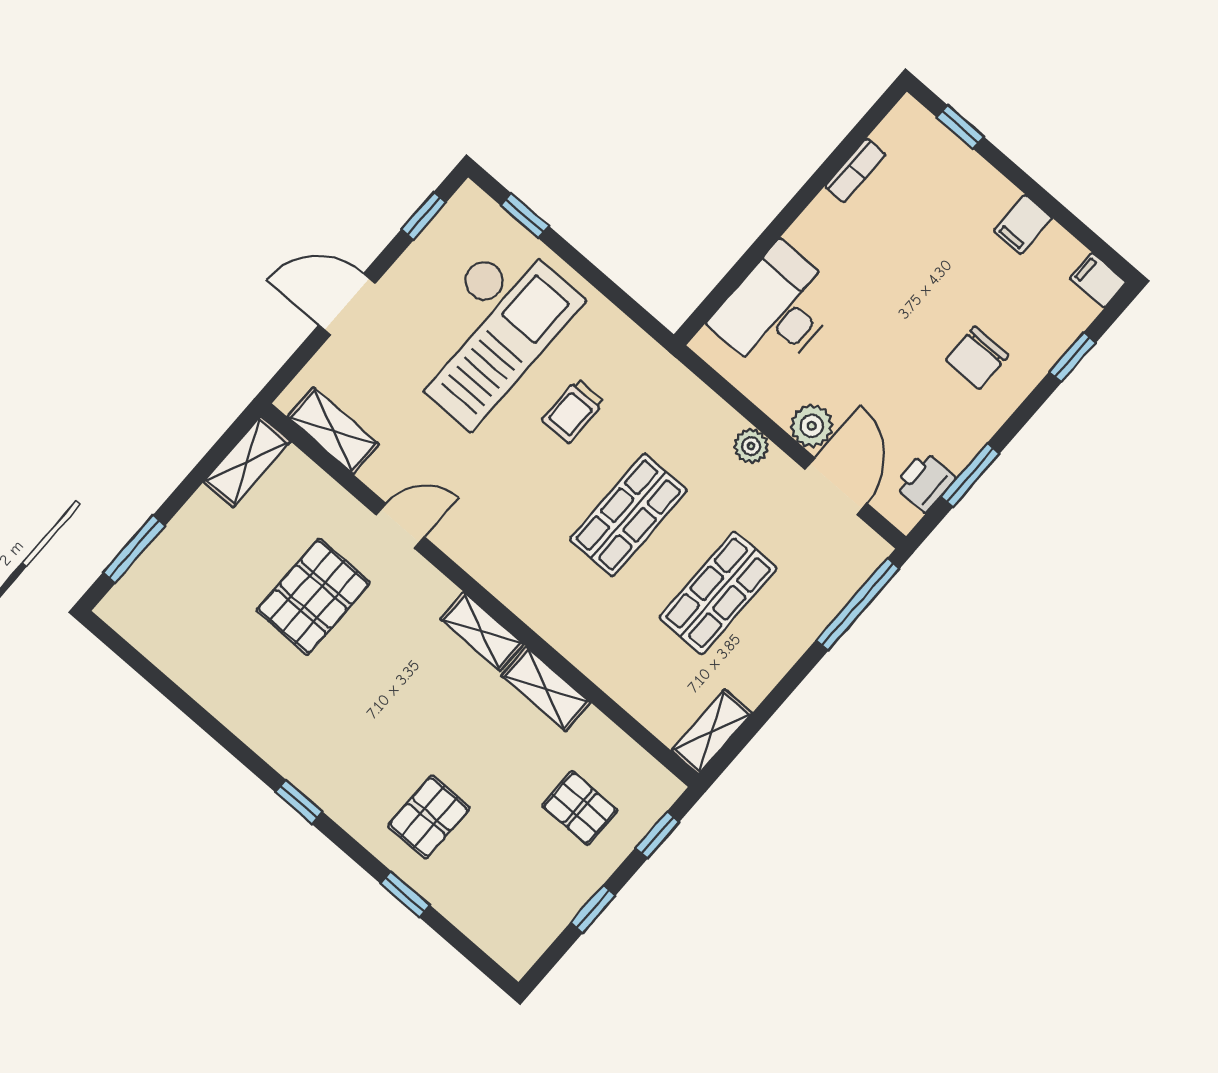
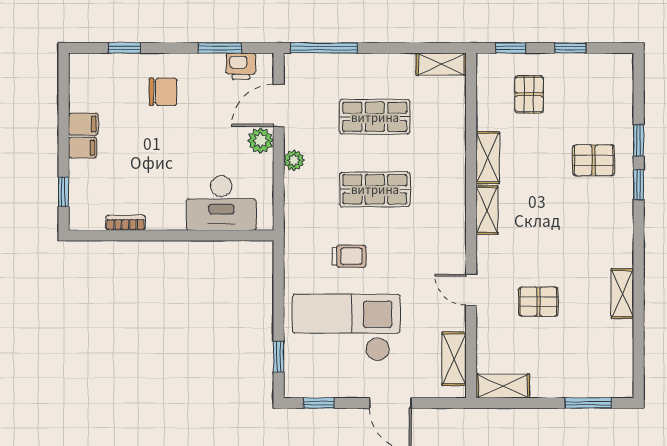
filing cabinet: (1098, 280) -> (83, 148), moved, turned -90
pallet: (313, 597) -> (538, 302), width x0.67, depth x0.71
shelving: (233, 709) -> (622, 293), added
window: (299, 802) -> (639, 185), moved

